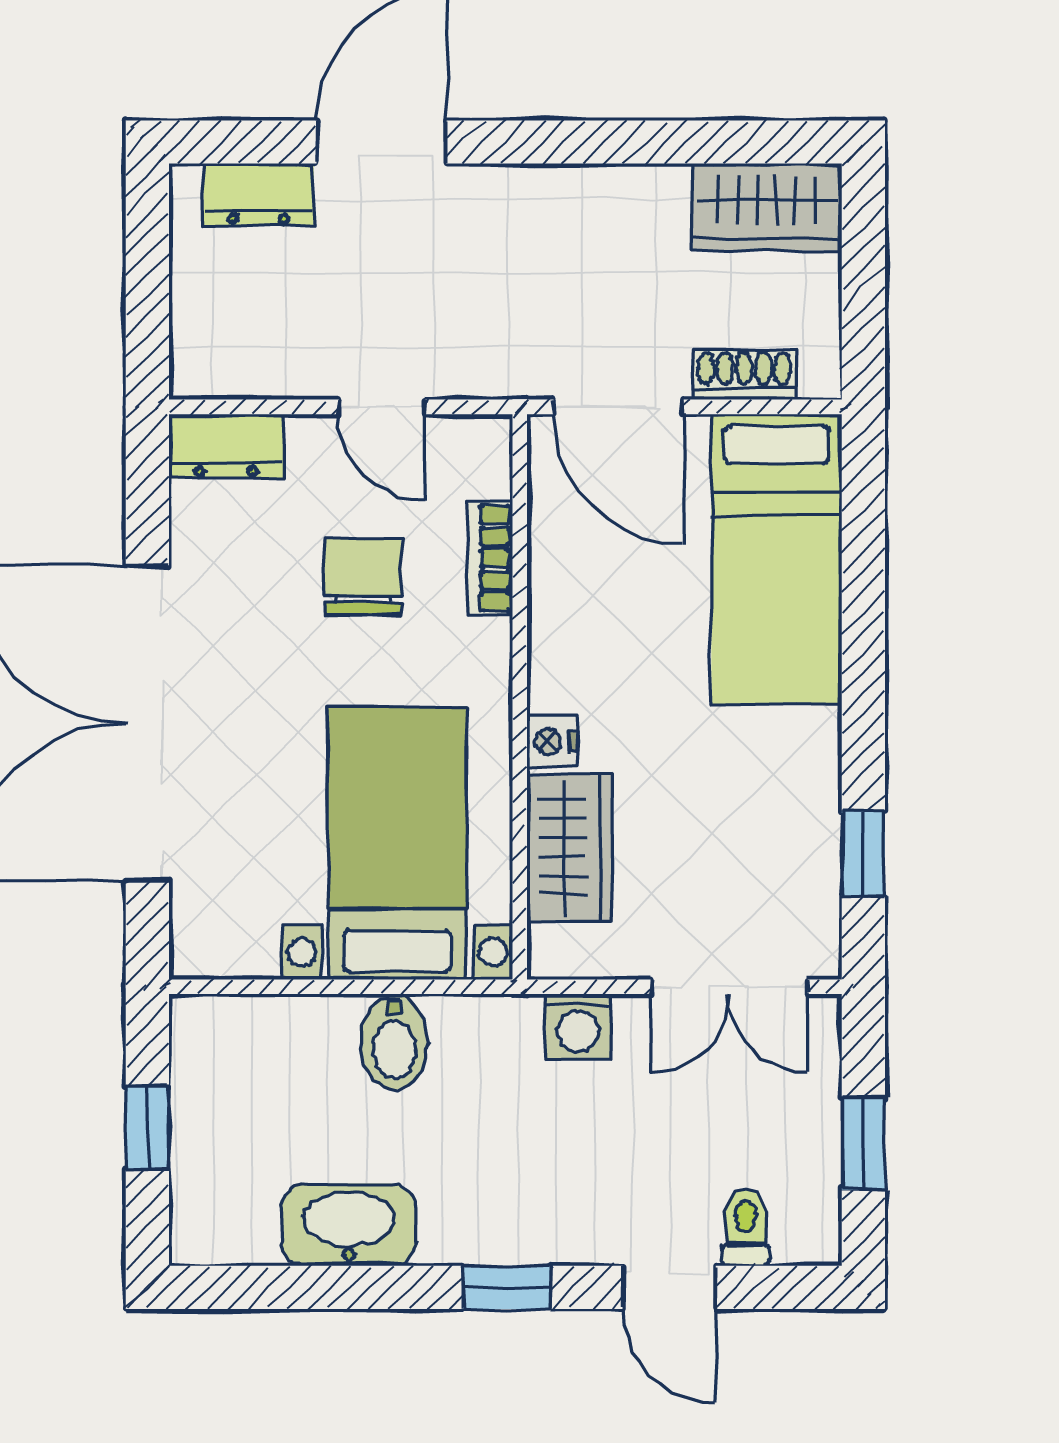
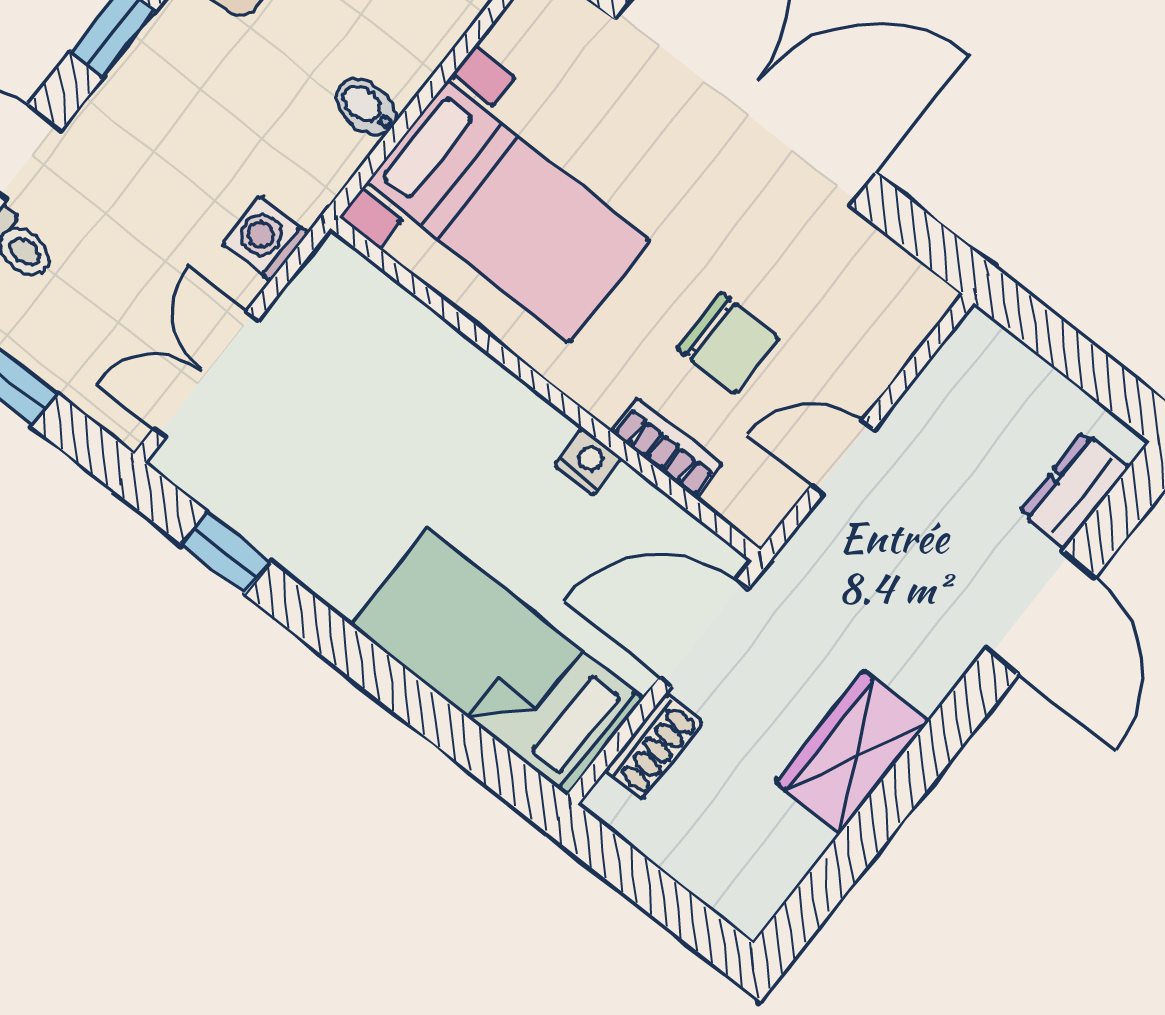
wardrobe: (767, 207) -> (852, 752), moved
dresser: (226, 446) -> (905, 318), removed
nightstand: (552, 742) -> (588, 461), moved
wardrobe: (570, 848) -> (404, 338), removed
bidet: (394, 1042) -> (366, 107), width x0.72, depth x0.74

